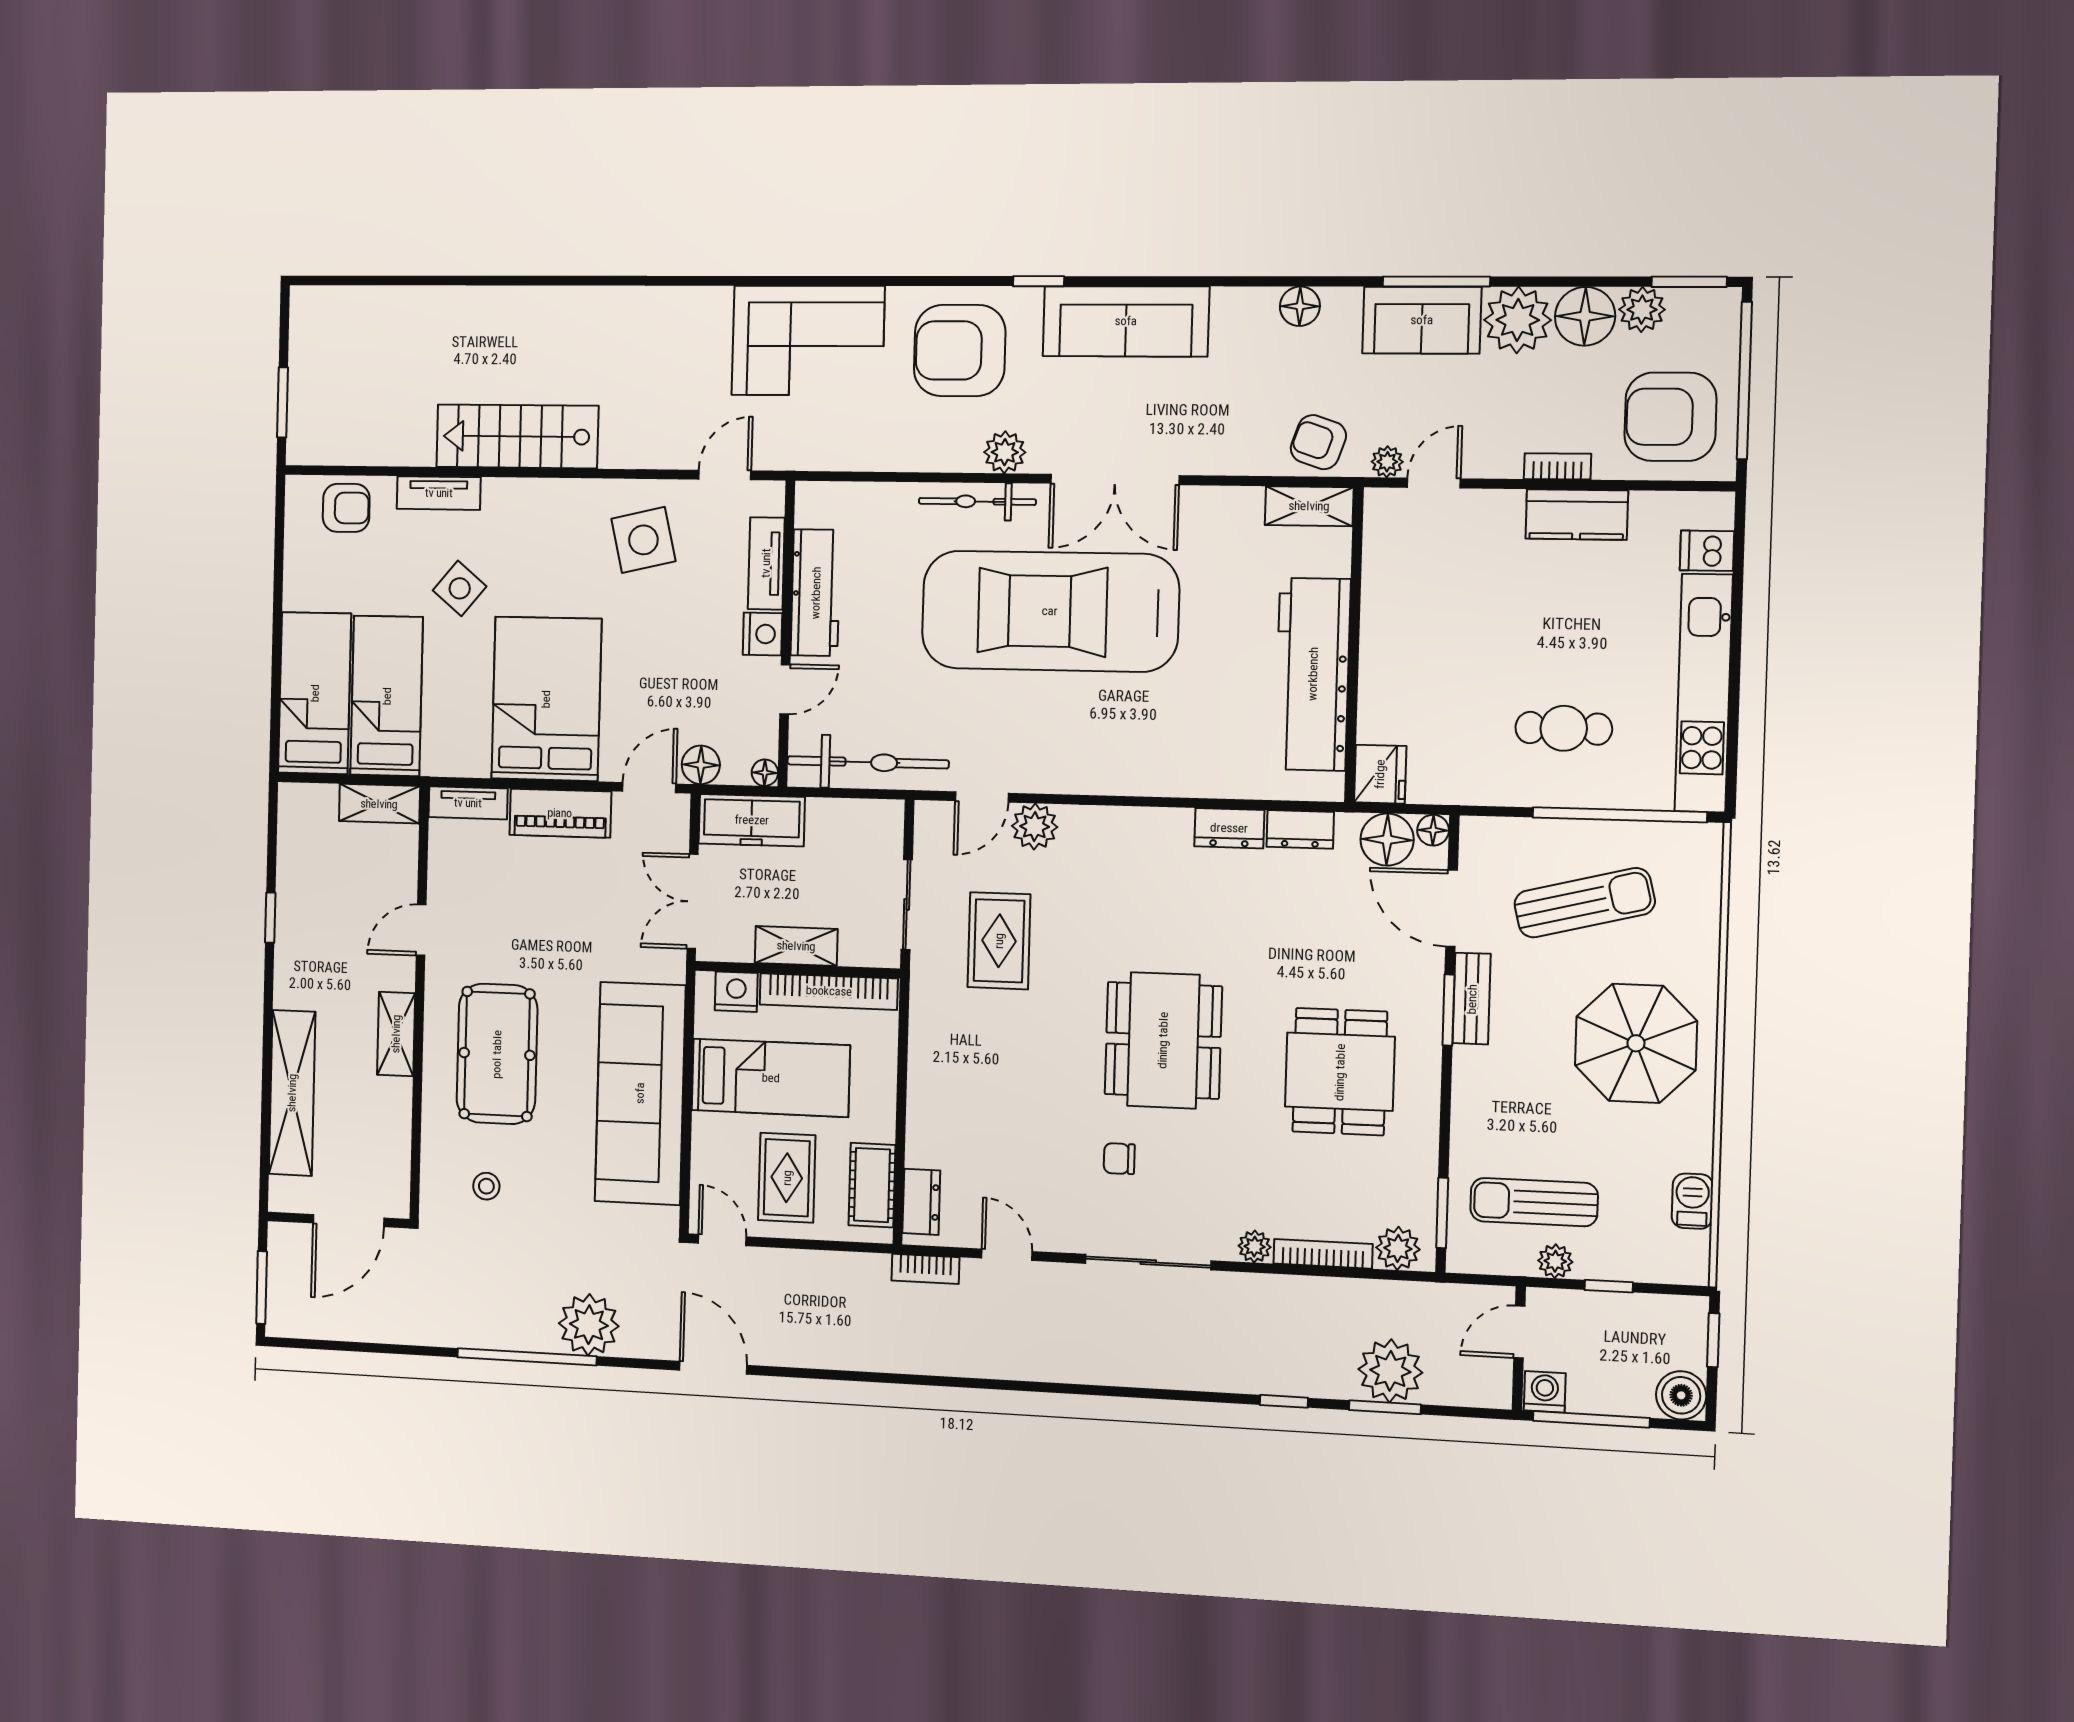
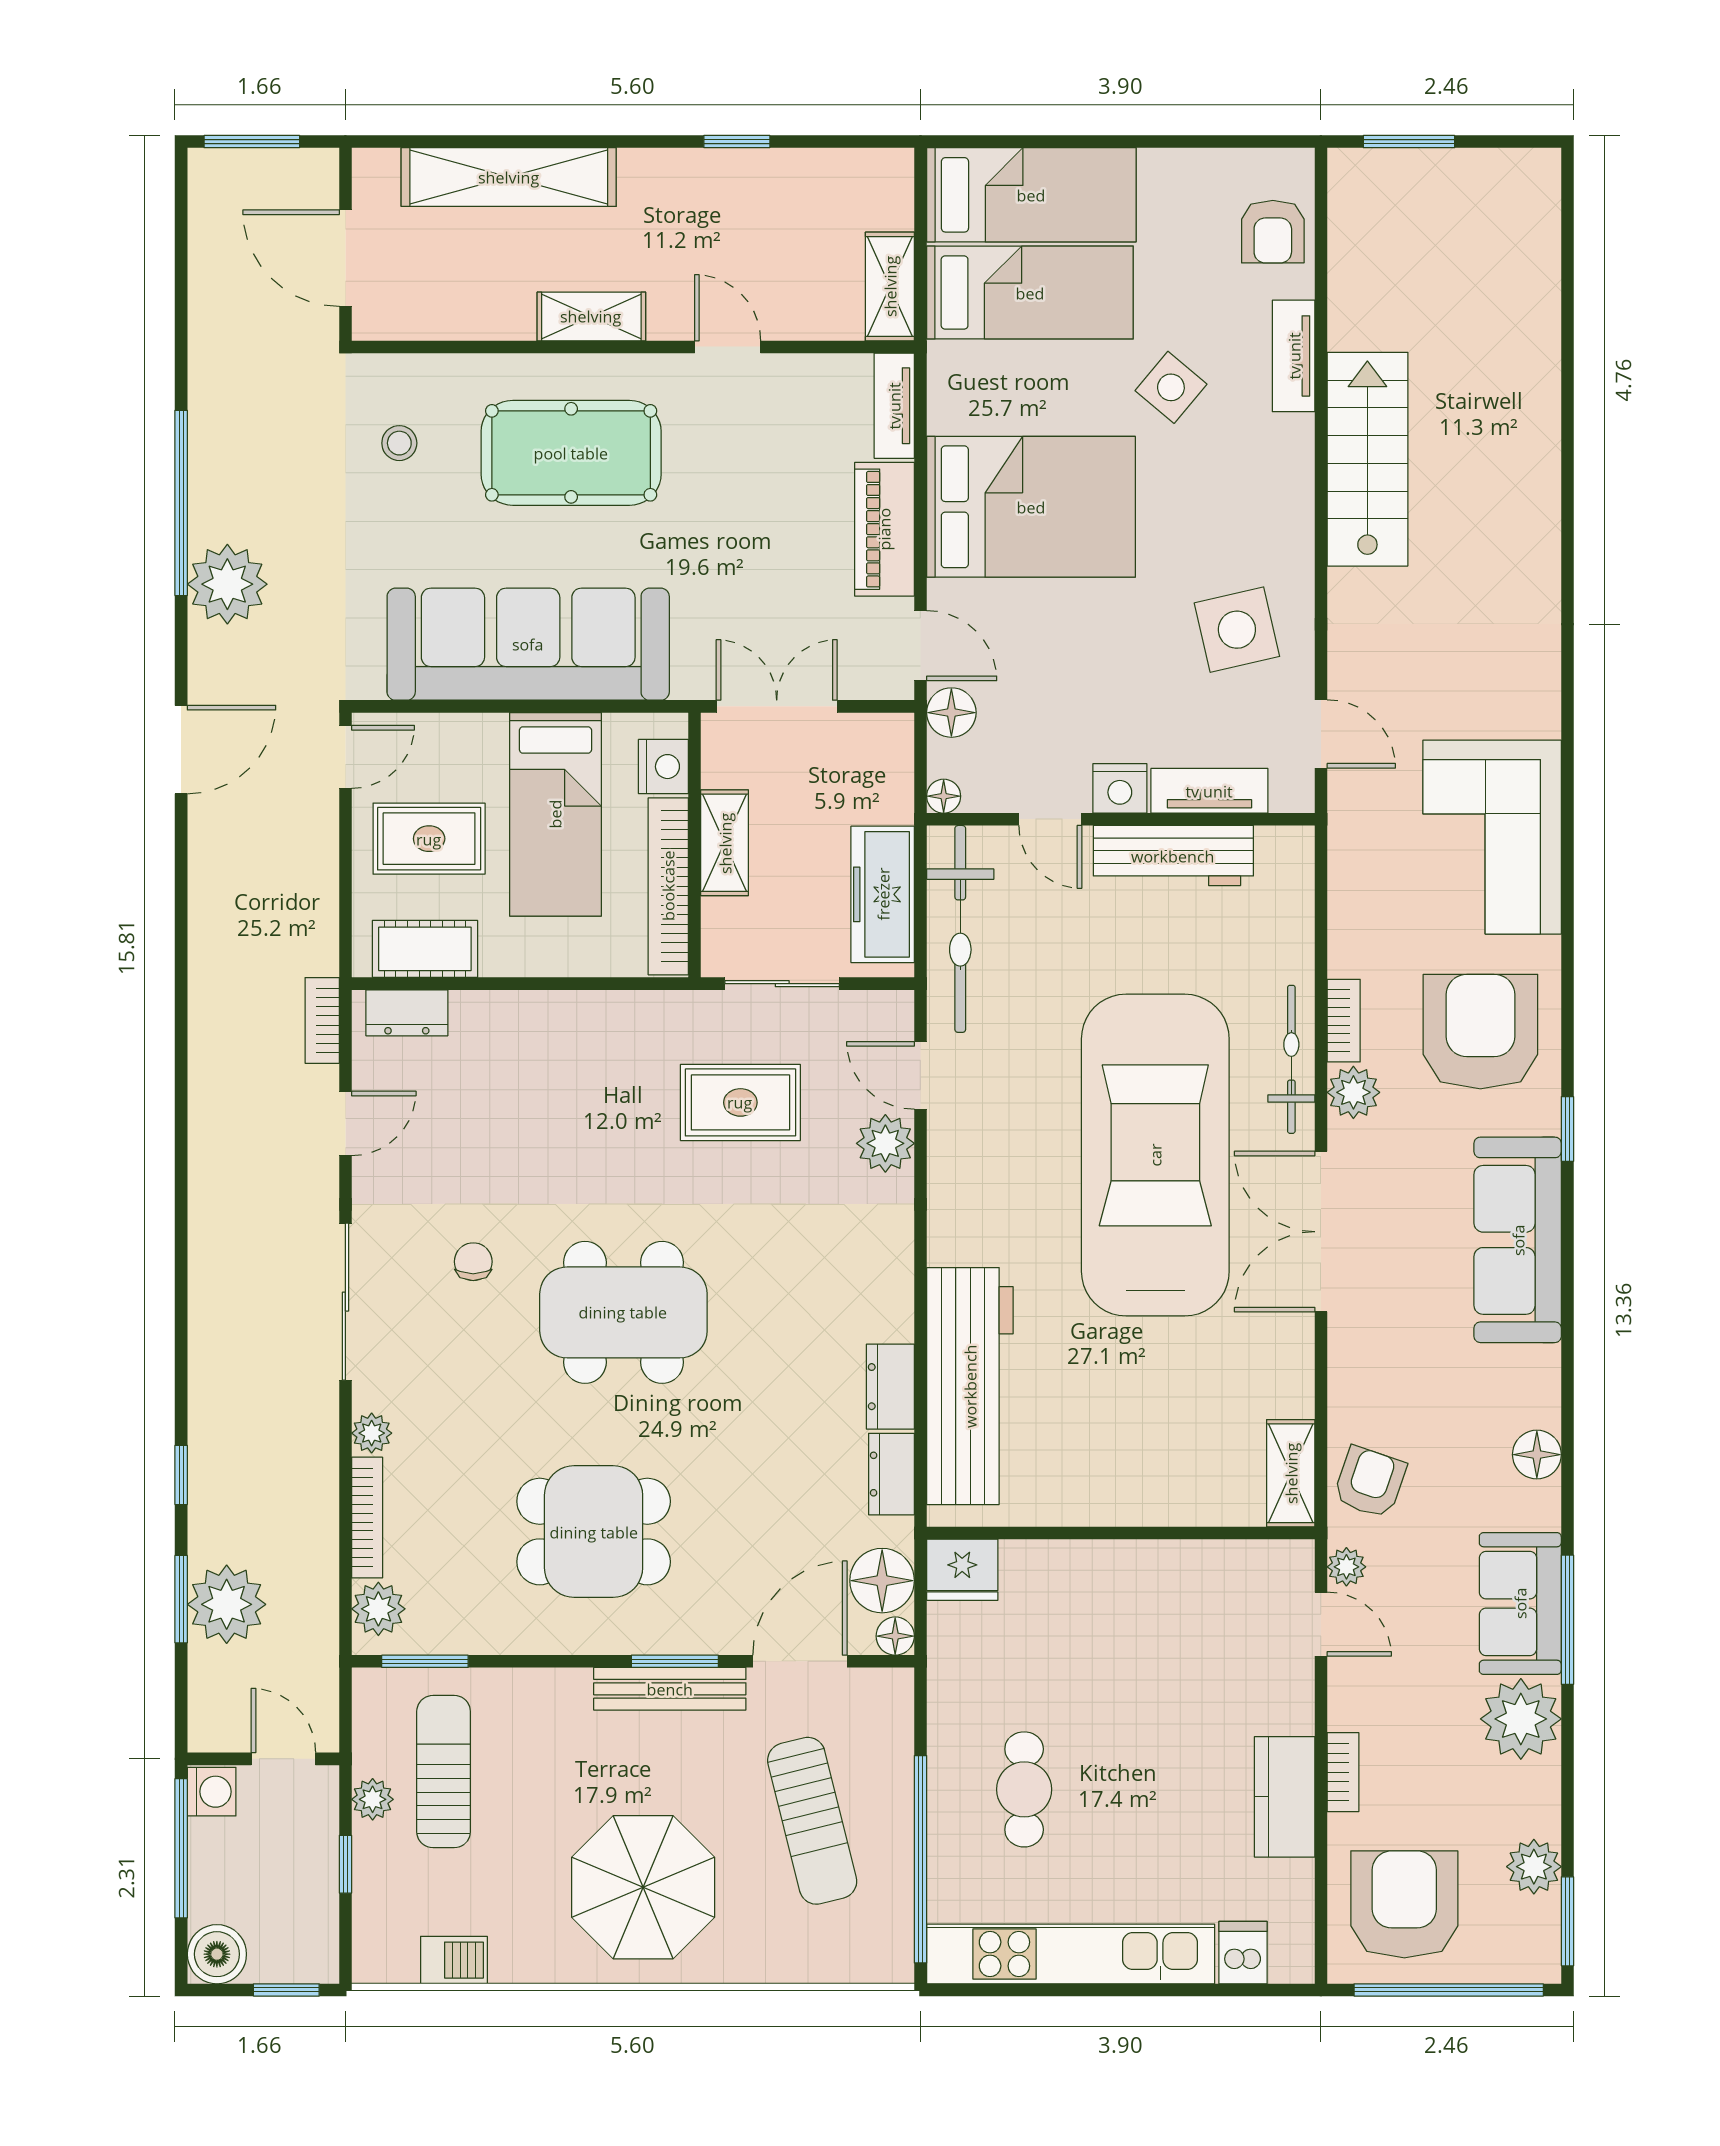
floor lamp: (1585, 316) -> (1525, 1799), removed
bookcase: (948, 459) -> (1344, 1021), added
workbench: (1313, 674) -> (970, 1386), moved, turned 90
freezer: (752, 820) -> (883, 894), moved
bench: (1472, 999) -> (670, 1689), width x1.36

